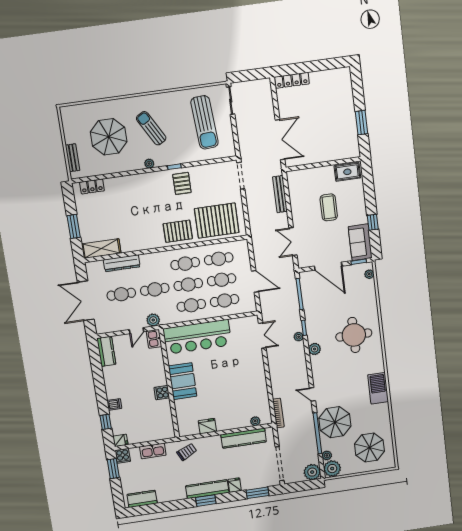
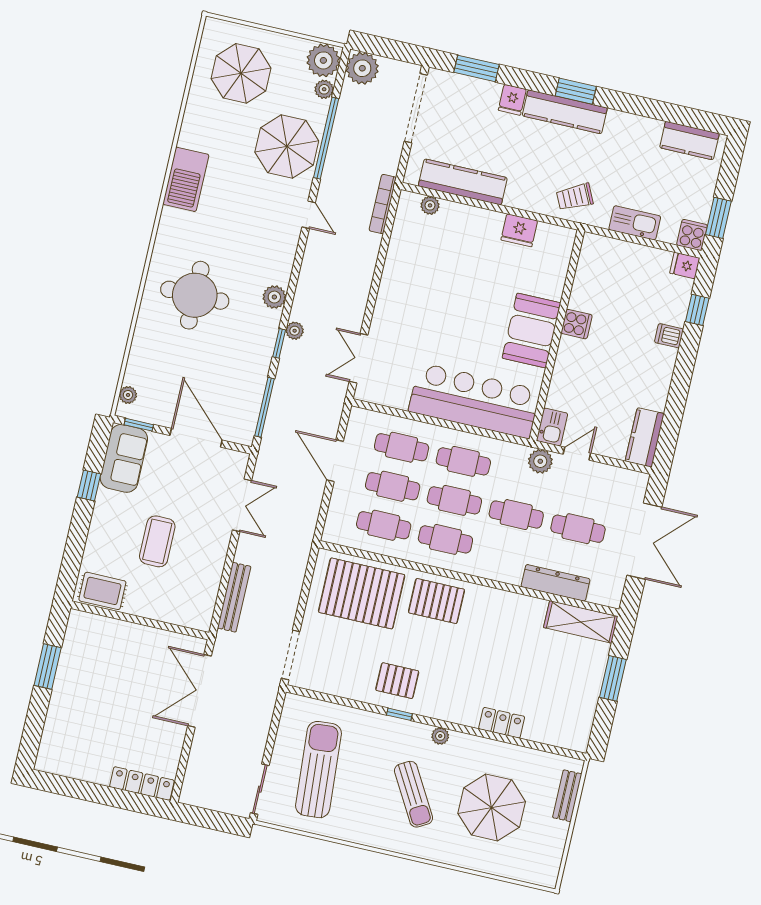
pallet: (182, 183) -> (397, 681), turned 90
locker: (92, 186) -> (502, 723), moved

